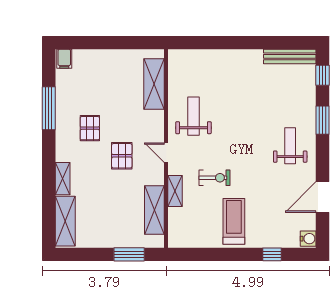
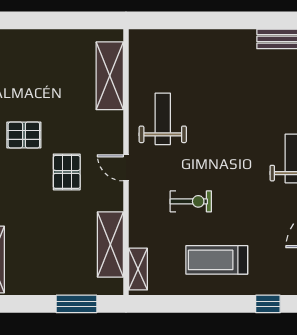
pallet: (90, 128) -> (24, 135), turned 90
shelving: (175, 191) -> (138, 269), moved
treadmill: (234, 221) -> (217, 260), turned -90

